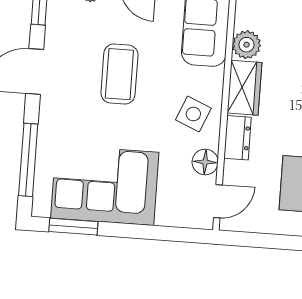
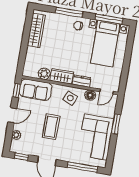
coffee table: (119, 74) -> (51, 127), turned 90
door: (218, 201) -> (107, 92), swing flipped
window: (73, 227) -> (116, 124), moved

